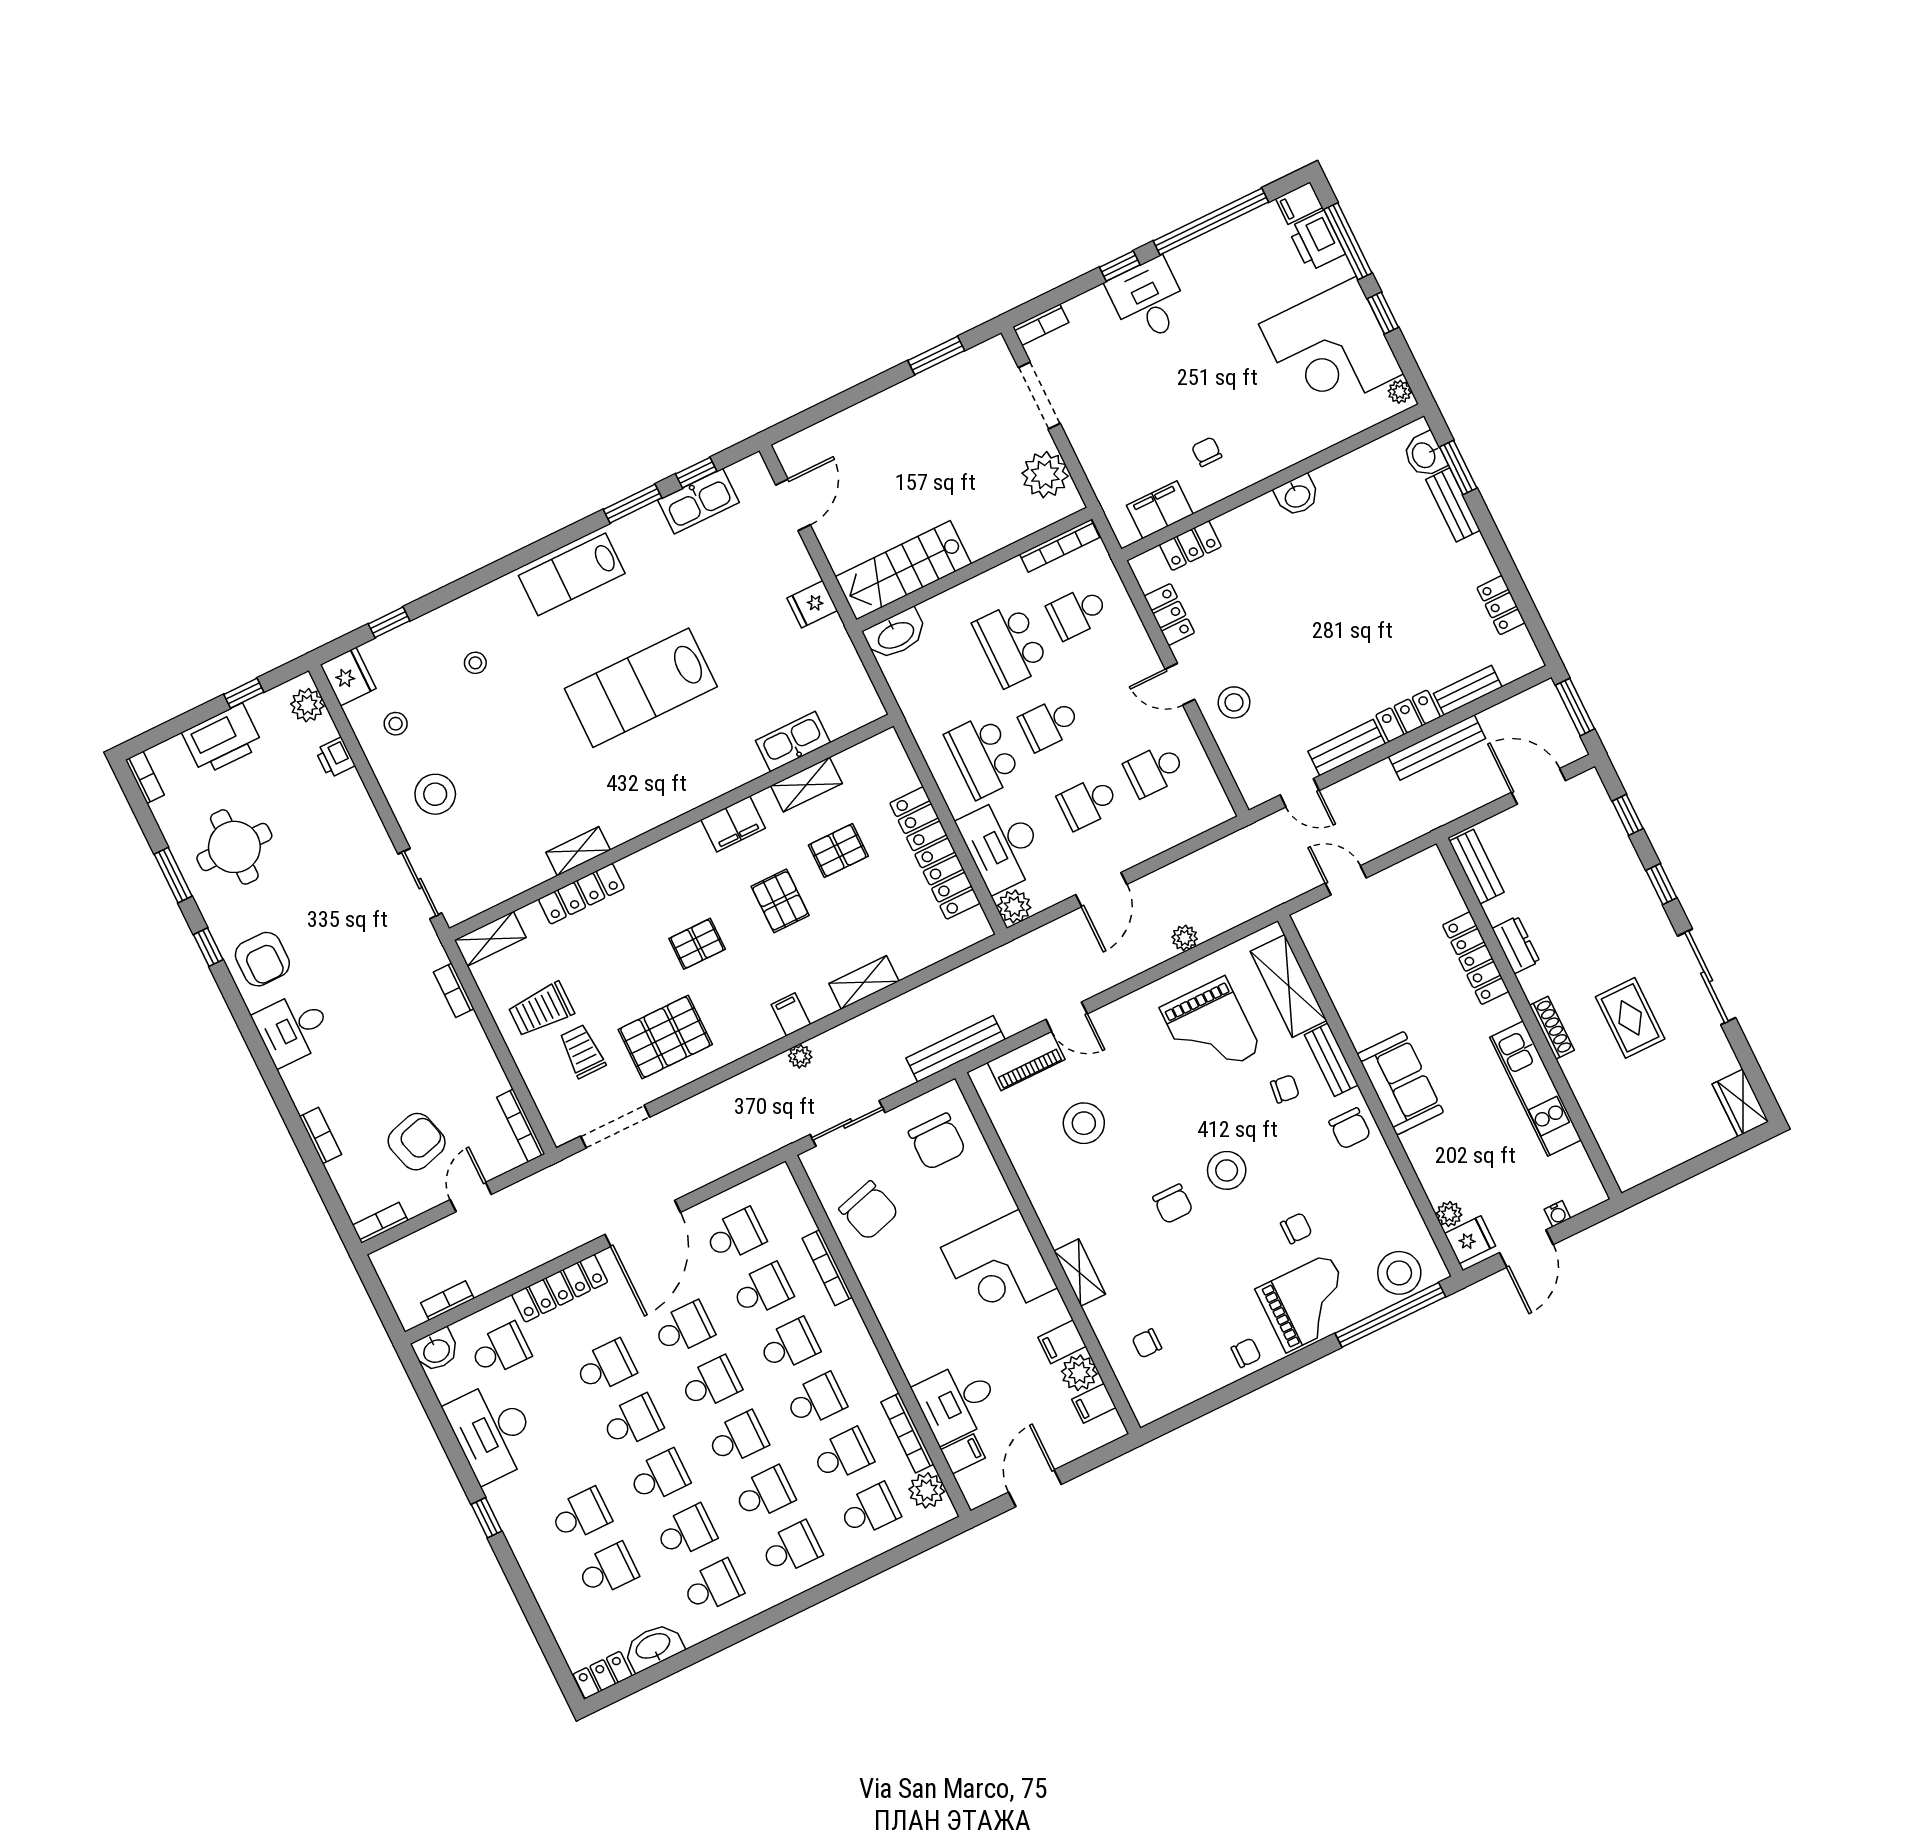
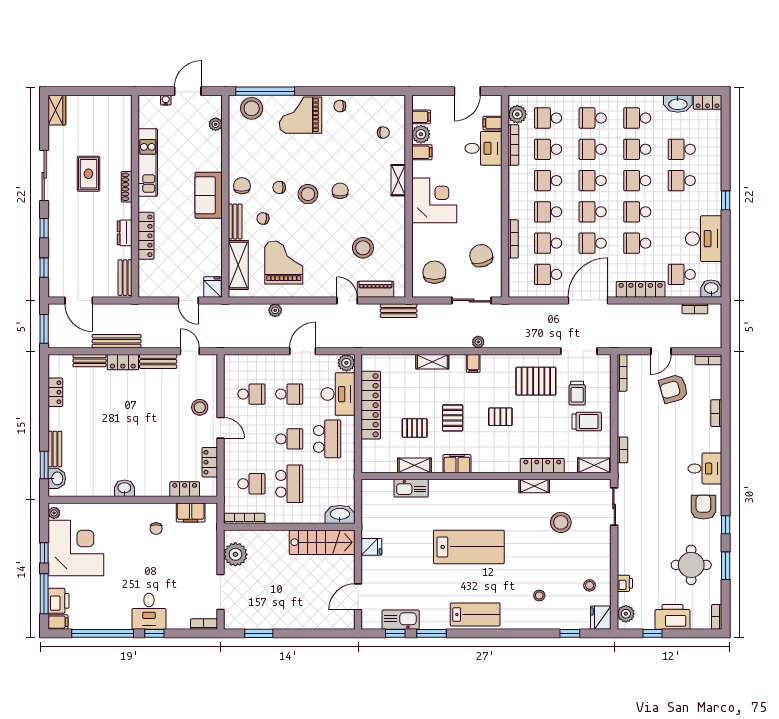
stool: (435, 794) -> (561, 522), moved
bench: (956, 1049) -> (399, 311), width x0.73
chair: (1296, 1228) -> (279, 187), moved
fridge: (1470, 1240) -> (213, 287), moved, turned 90

